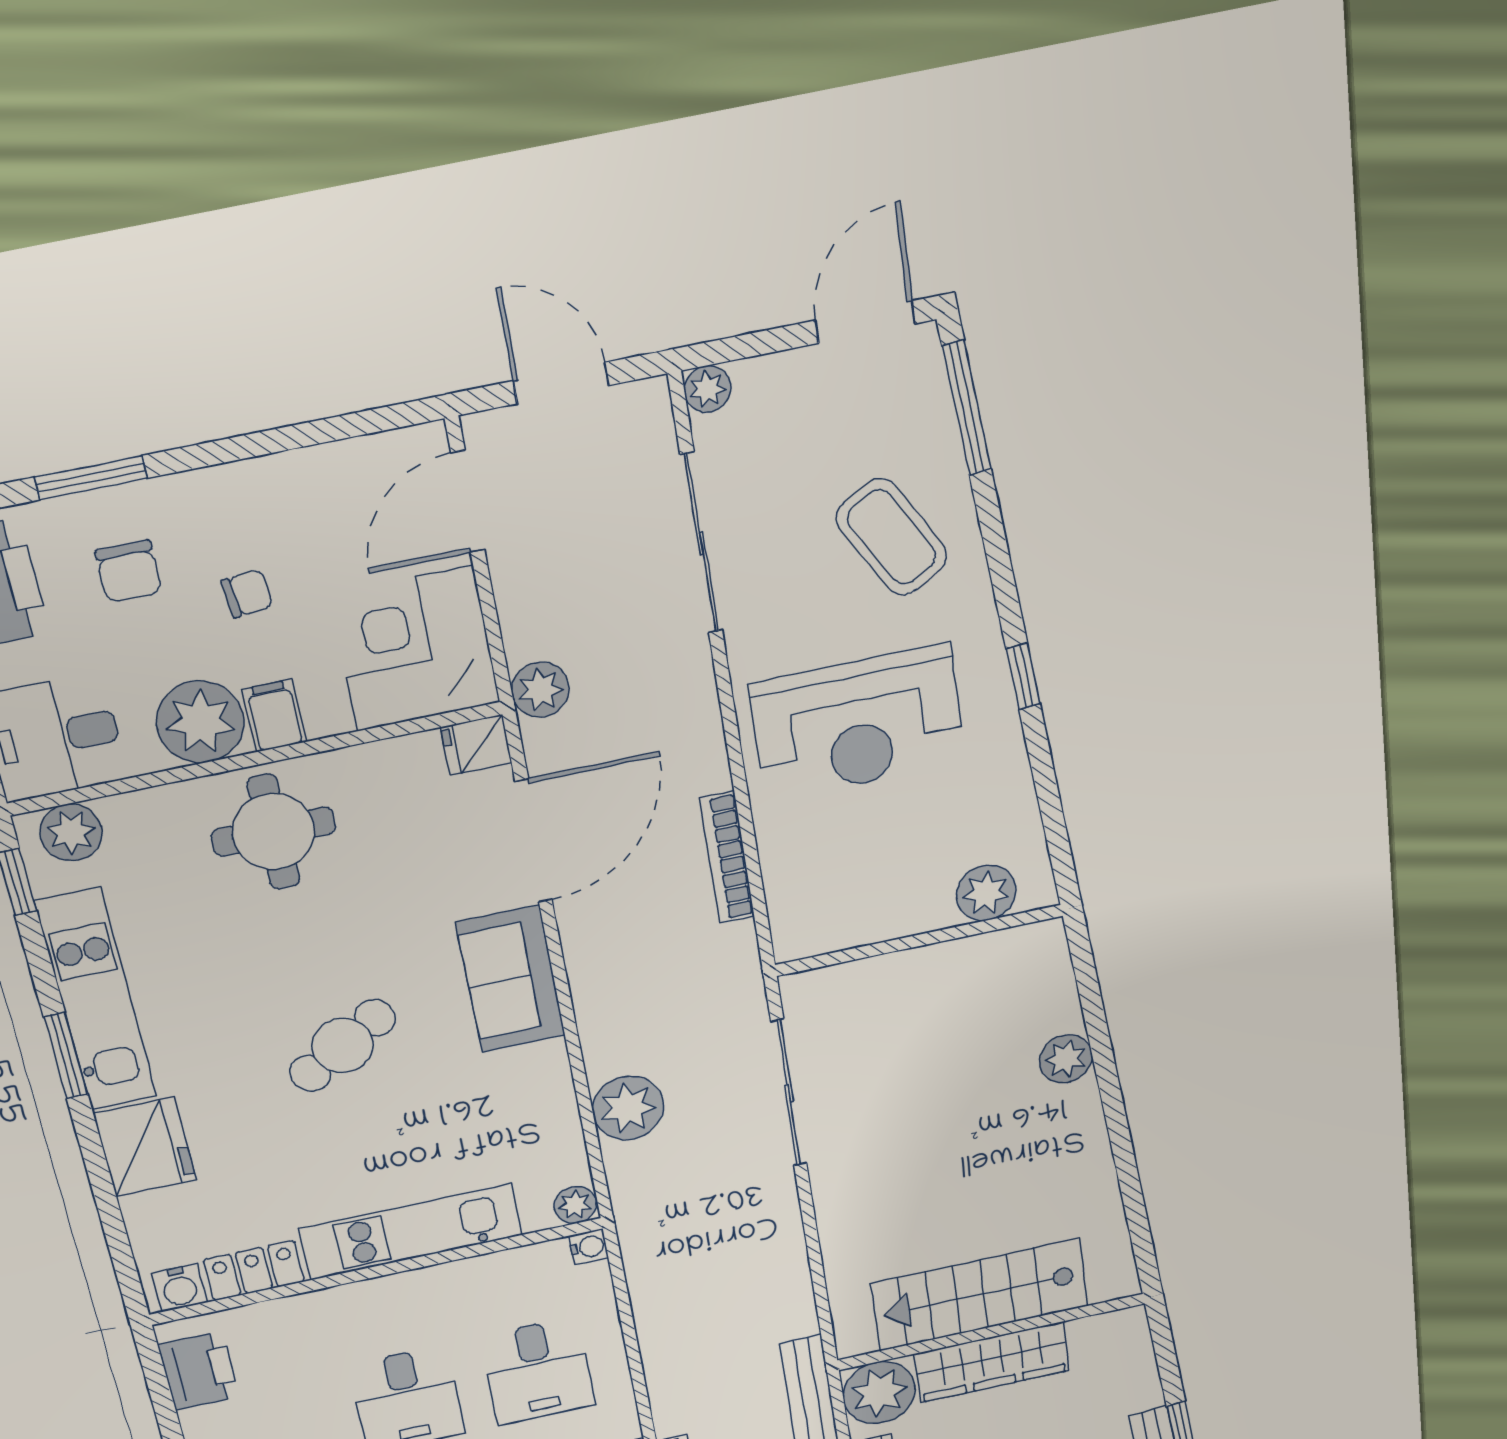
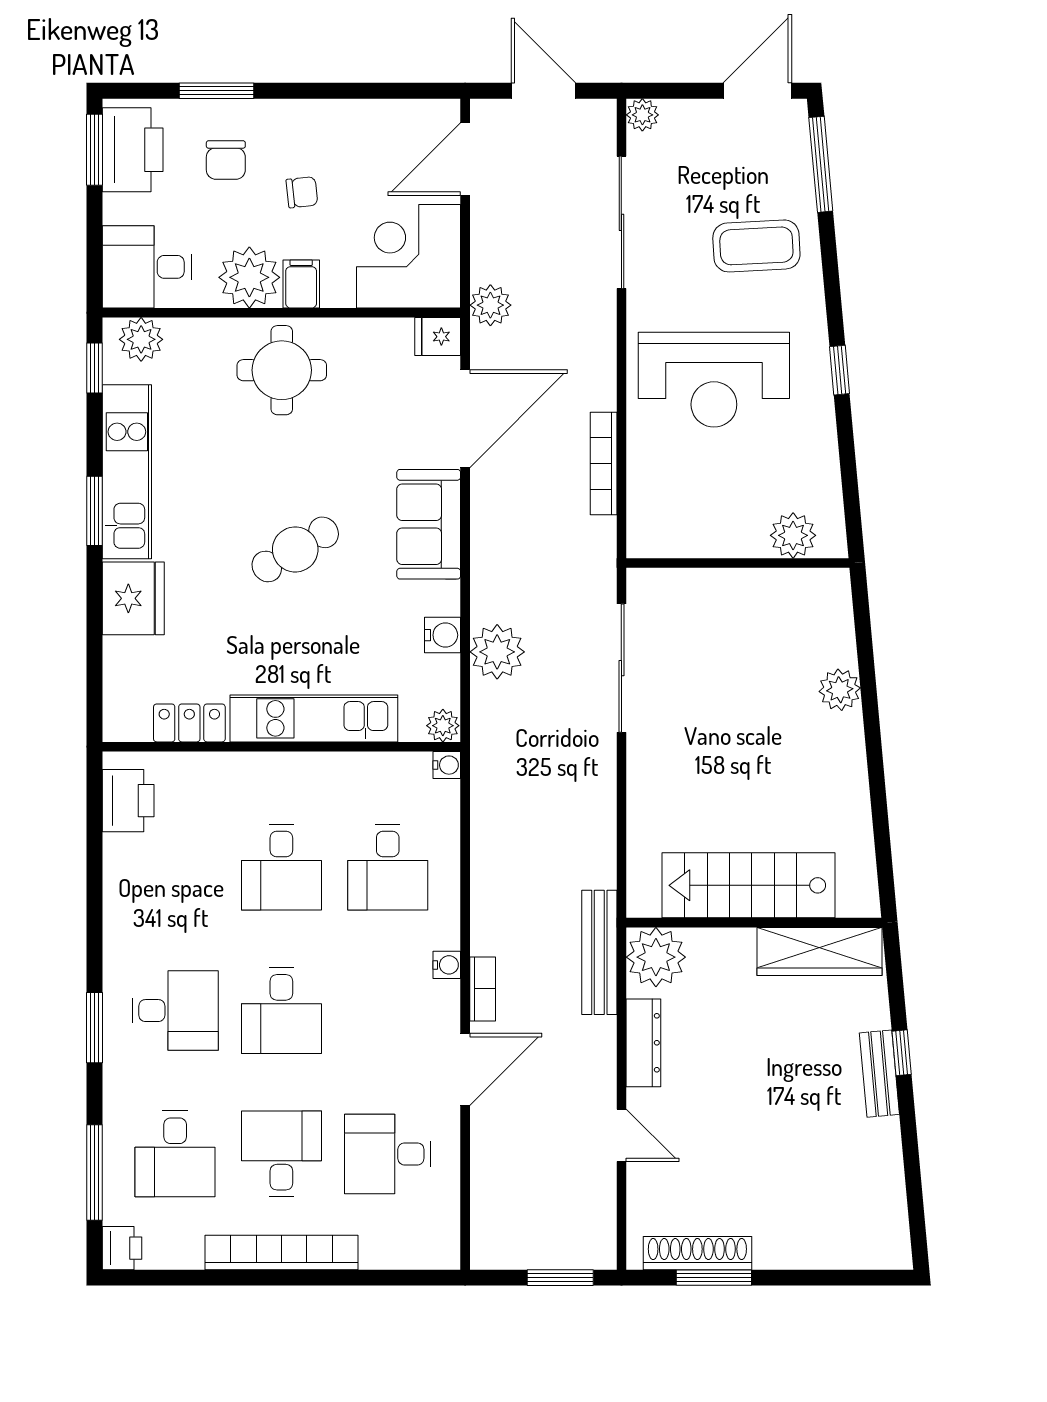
coffee table: (892, 537) -> (756, 246), turned -63
water cooler: (180, 1288) -> (442, 635), moved, turned -90
wardrobe: (992, 1362) -> (820, 951), moved

